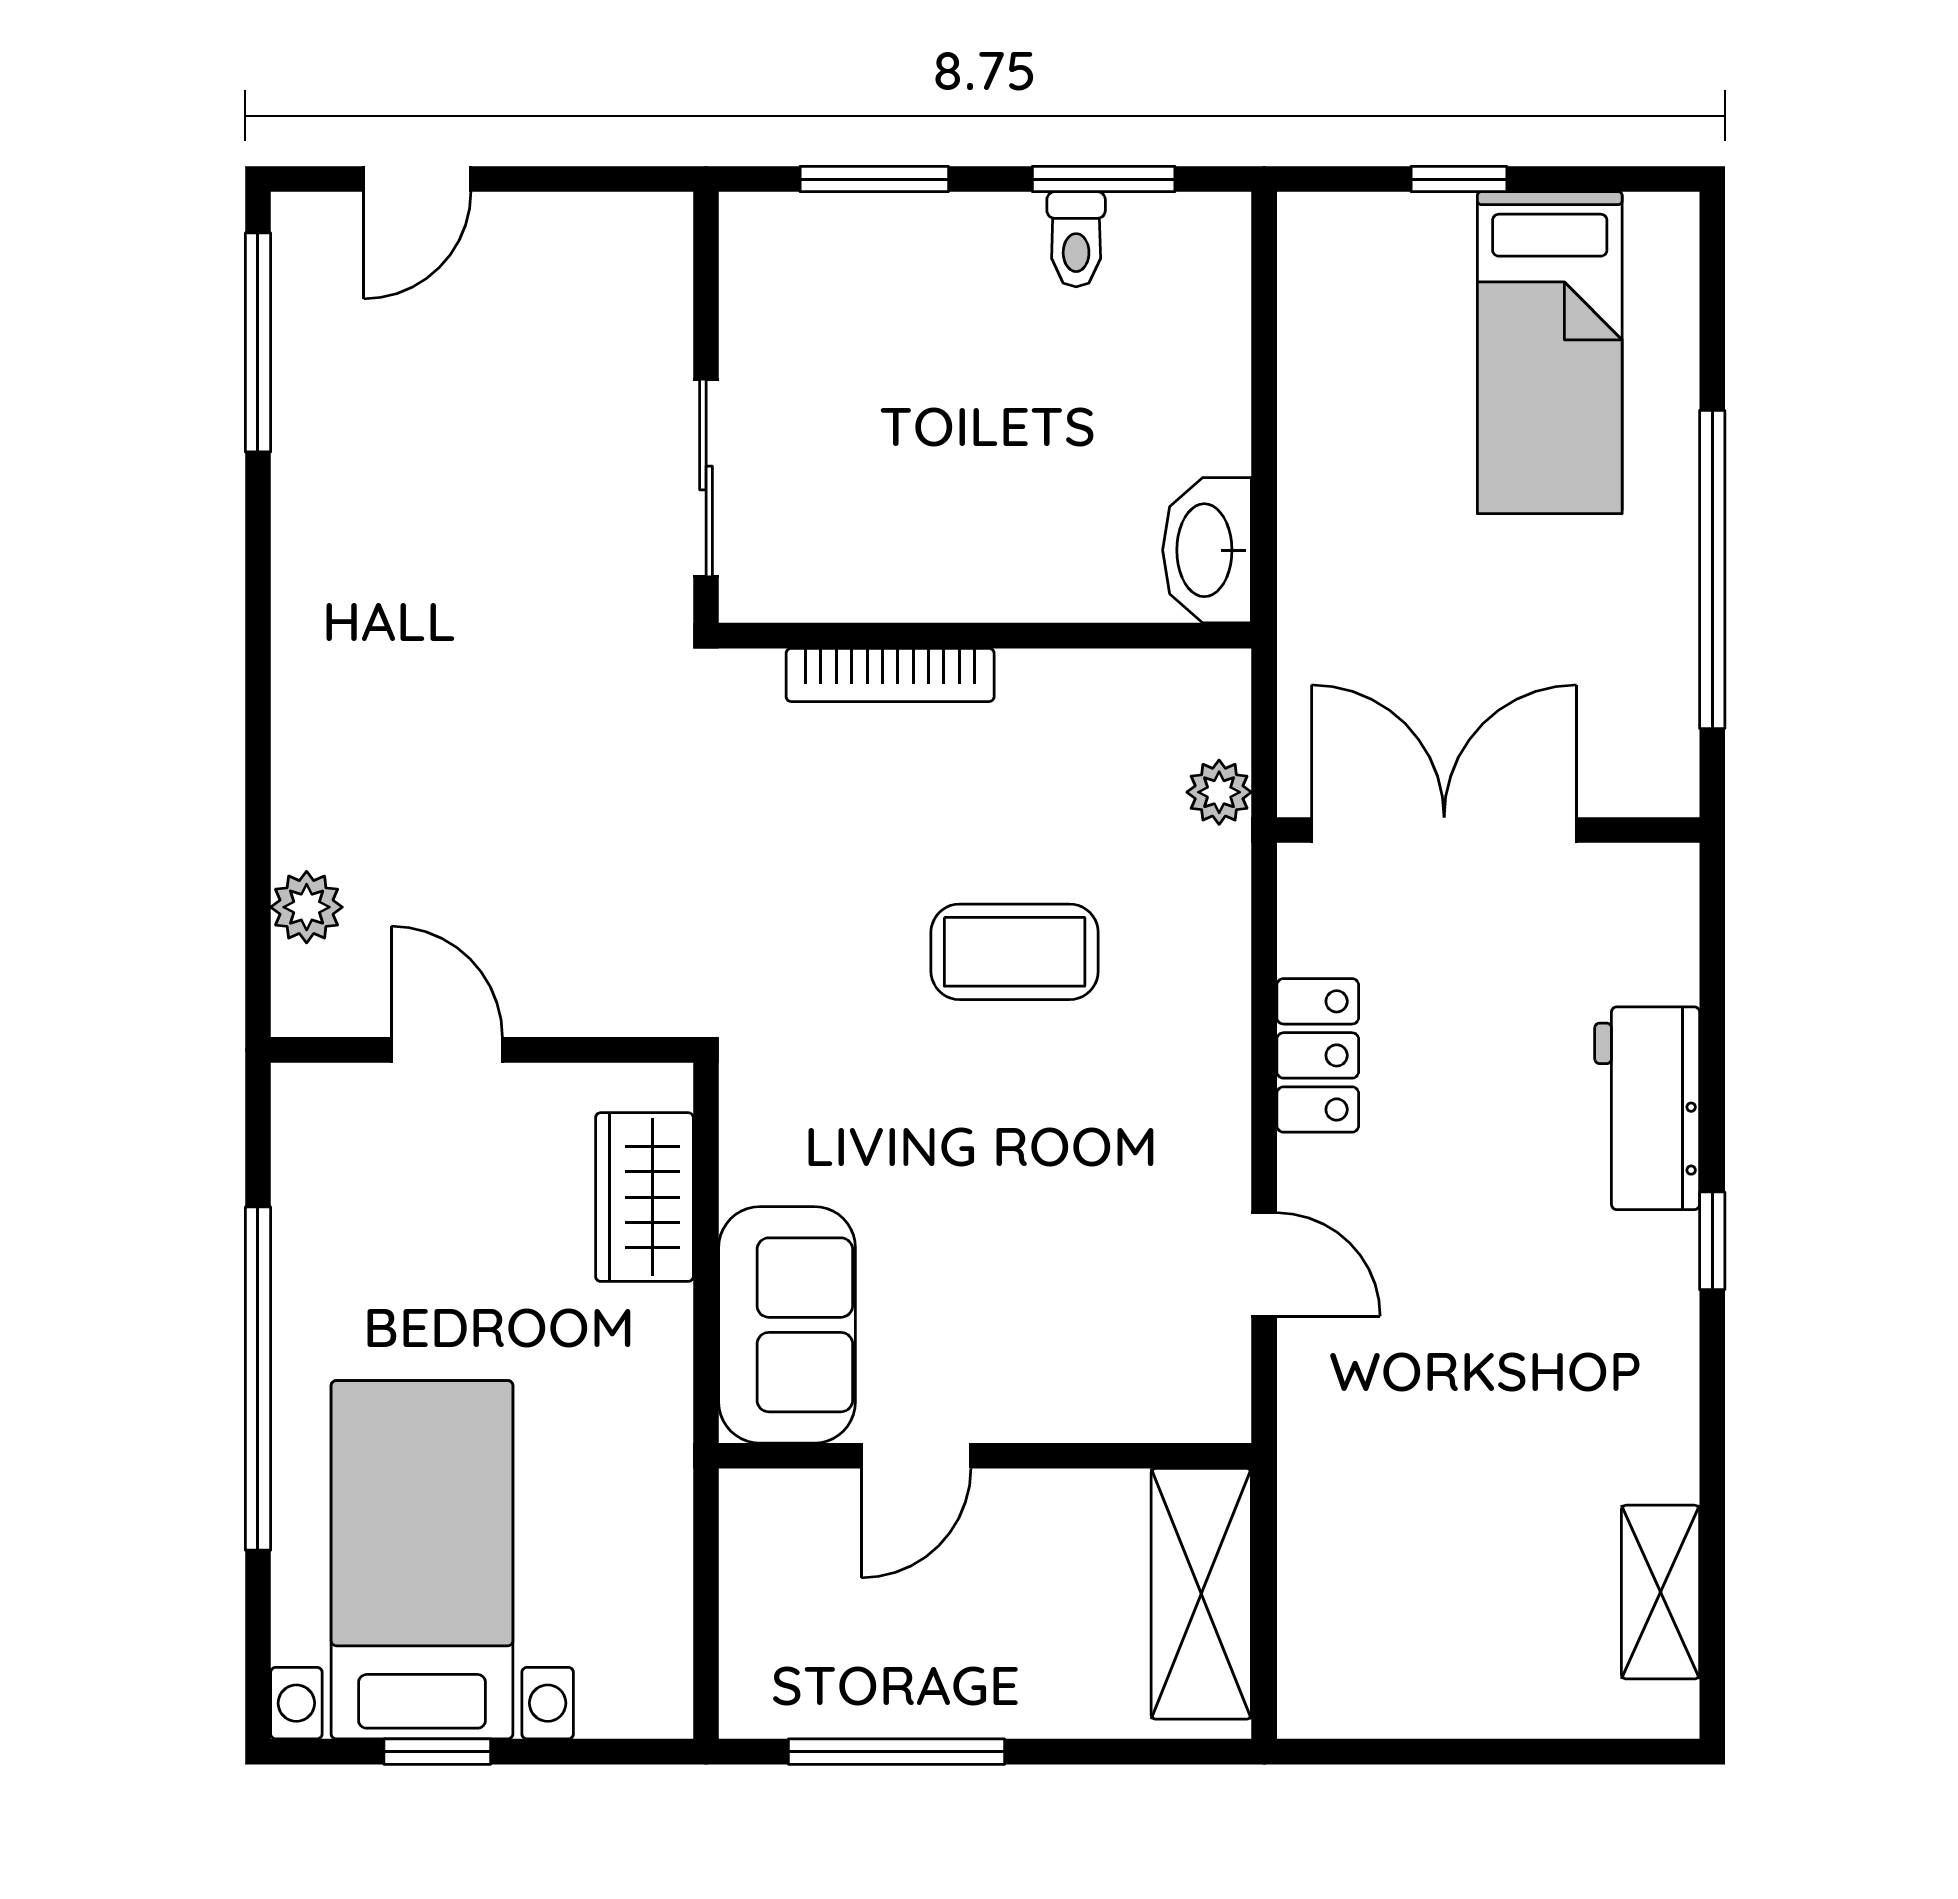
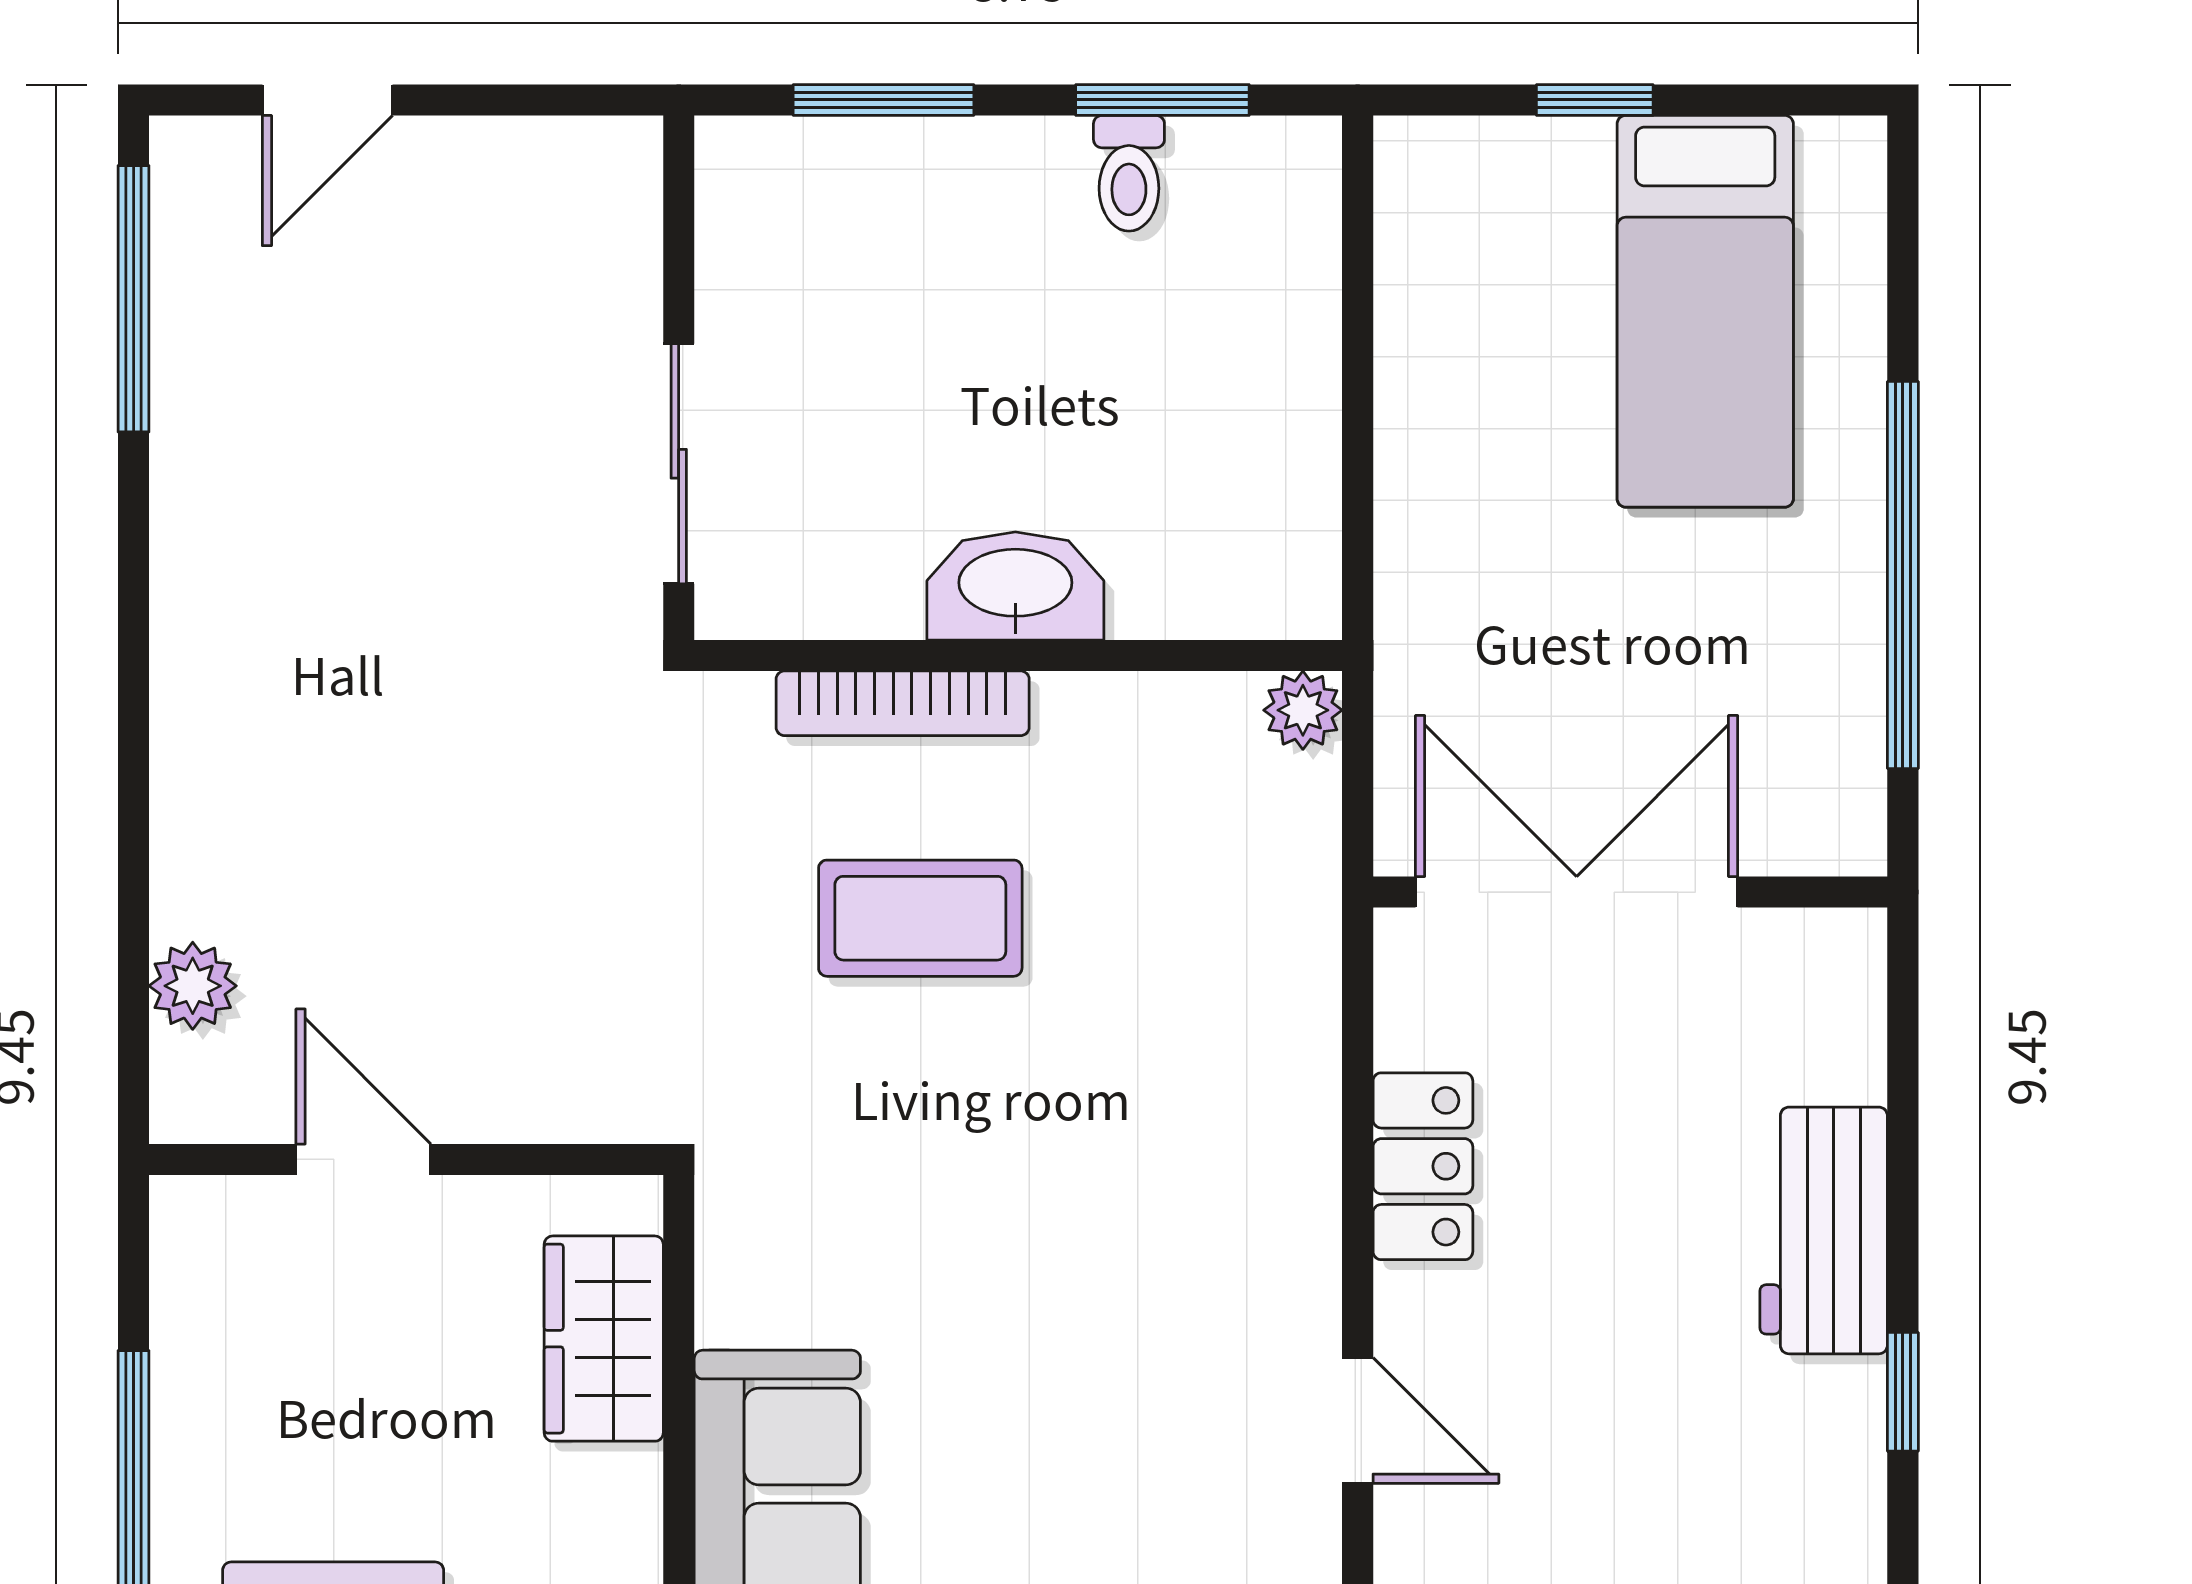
washbasin: (1207, 550) -> (1015, 586), moved, turned 90
plant: (1219, 792) -> (1303, 710), moved
coffee table: (1015, 952) -> (920, 918), moved

